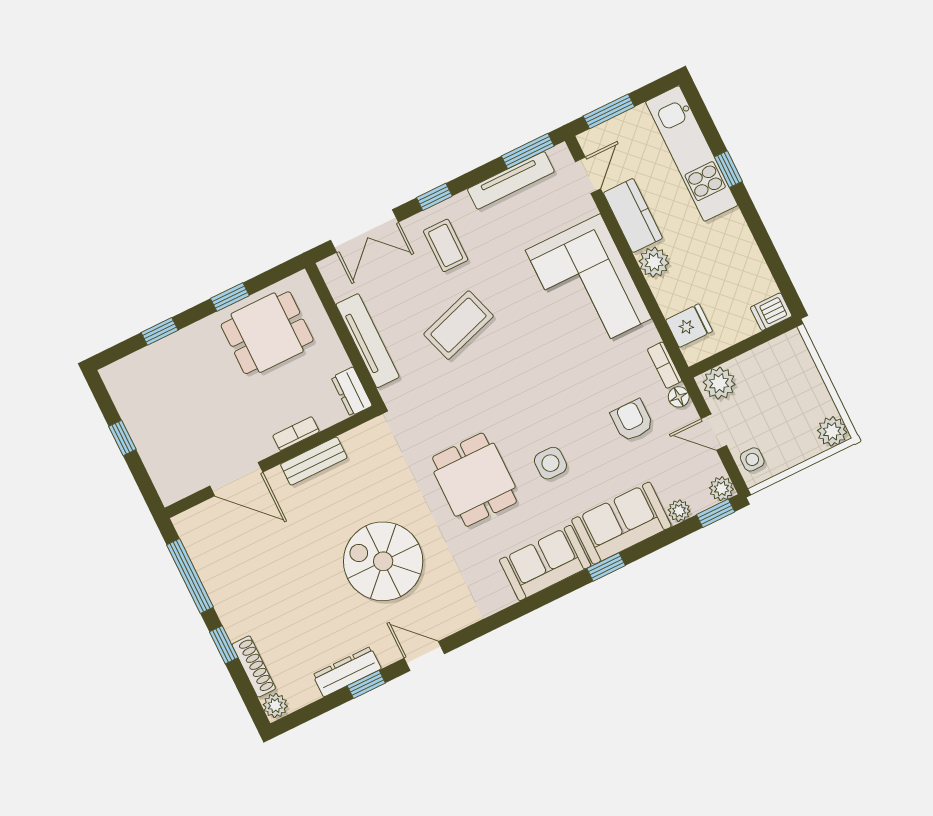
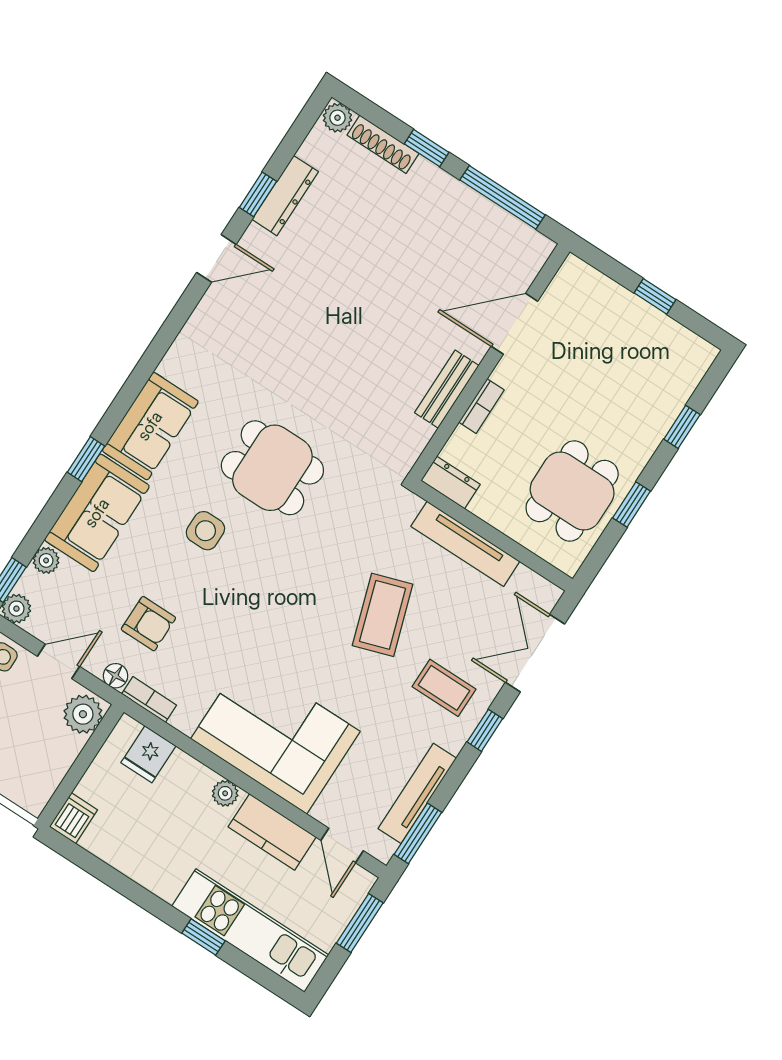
plant: (654, 262) -> (225, 793), width x0.73, depth x0.73
spiral stairs: (383, 561) -> (316, 329), removed

